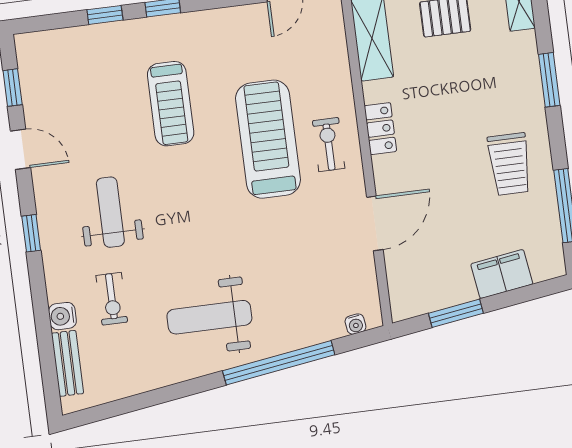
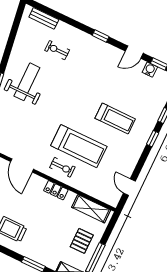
treadmill: (171, 104) -> (115, 119), turned 180
weight bench: (110, 212) -> (90, 70), removed
water cooler: (62, 316) -> (150, 70), moved

